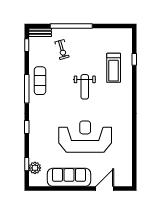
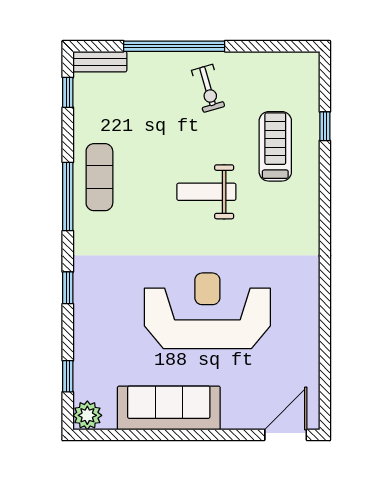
exercise bike: (62, 50) -> (208, 88), moved
treadmill: (114, 68) -> (275, 146), turned 180
weight bench: (85, 87) -> (206, 192), turned 90
plant: (35, 168) -> (87, 415), moved
door: (105, 189) -> (286, 435), moved

